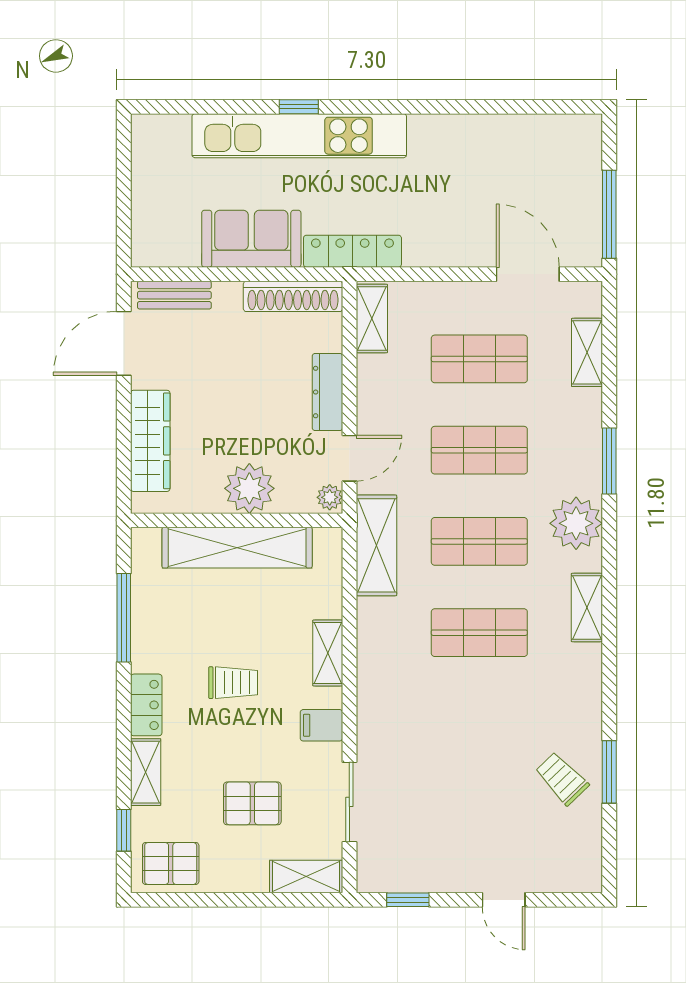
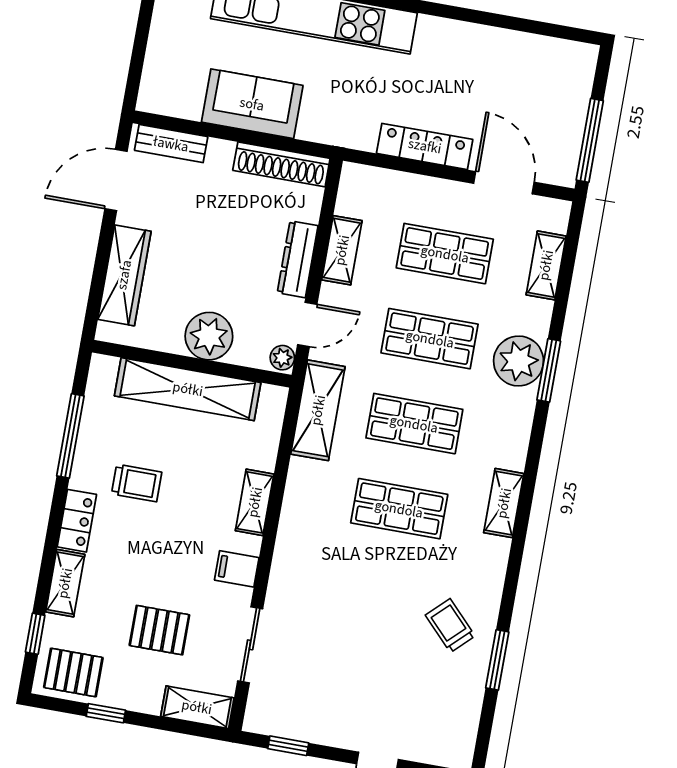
locker: (352, 251) -> (425, 146), moved
shelving: (372, 319) -> (342, 250), moved
plant: (576, 523) -> (519, 361), moved
trolley: (233, 683) -> (137, 483), moved
trolley: (562, 779) -> (450, 626), moved
window: (212, 900) -> (106, 713), added

